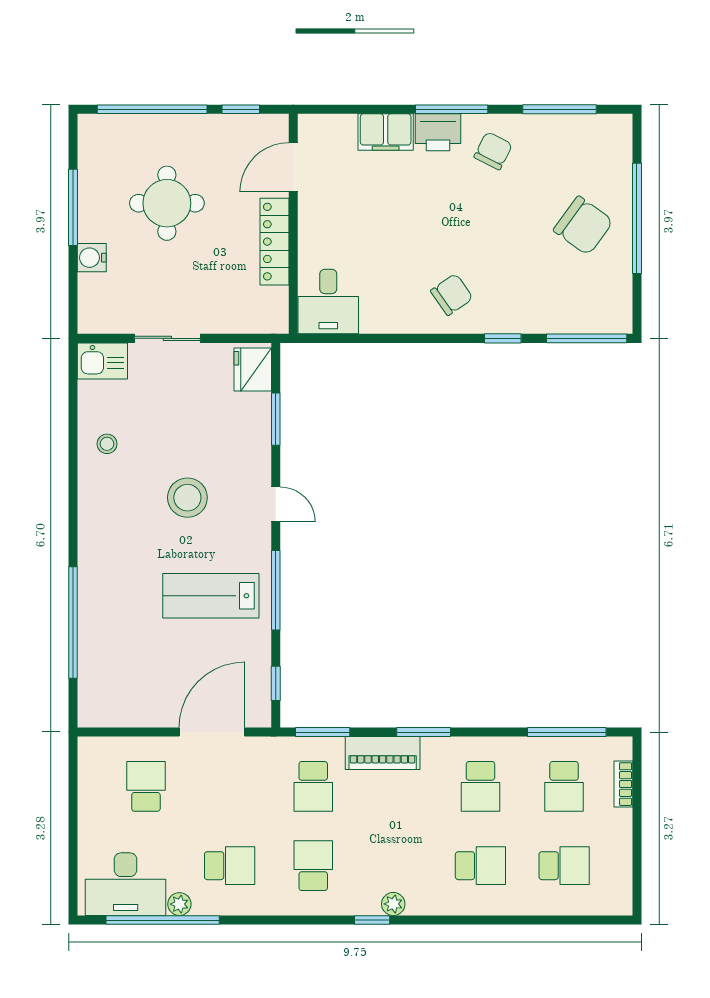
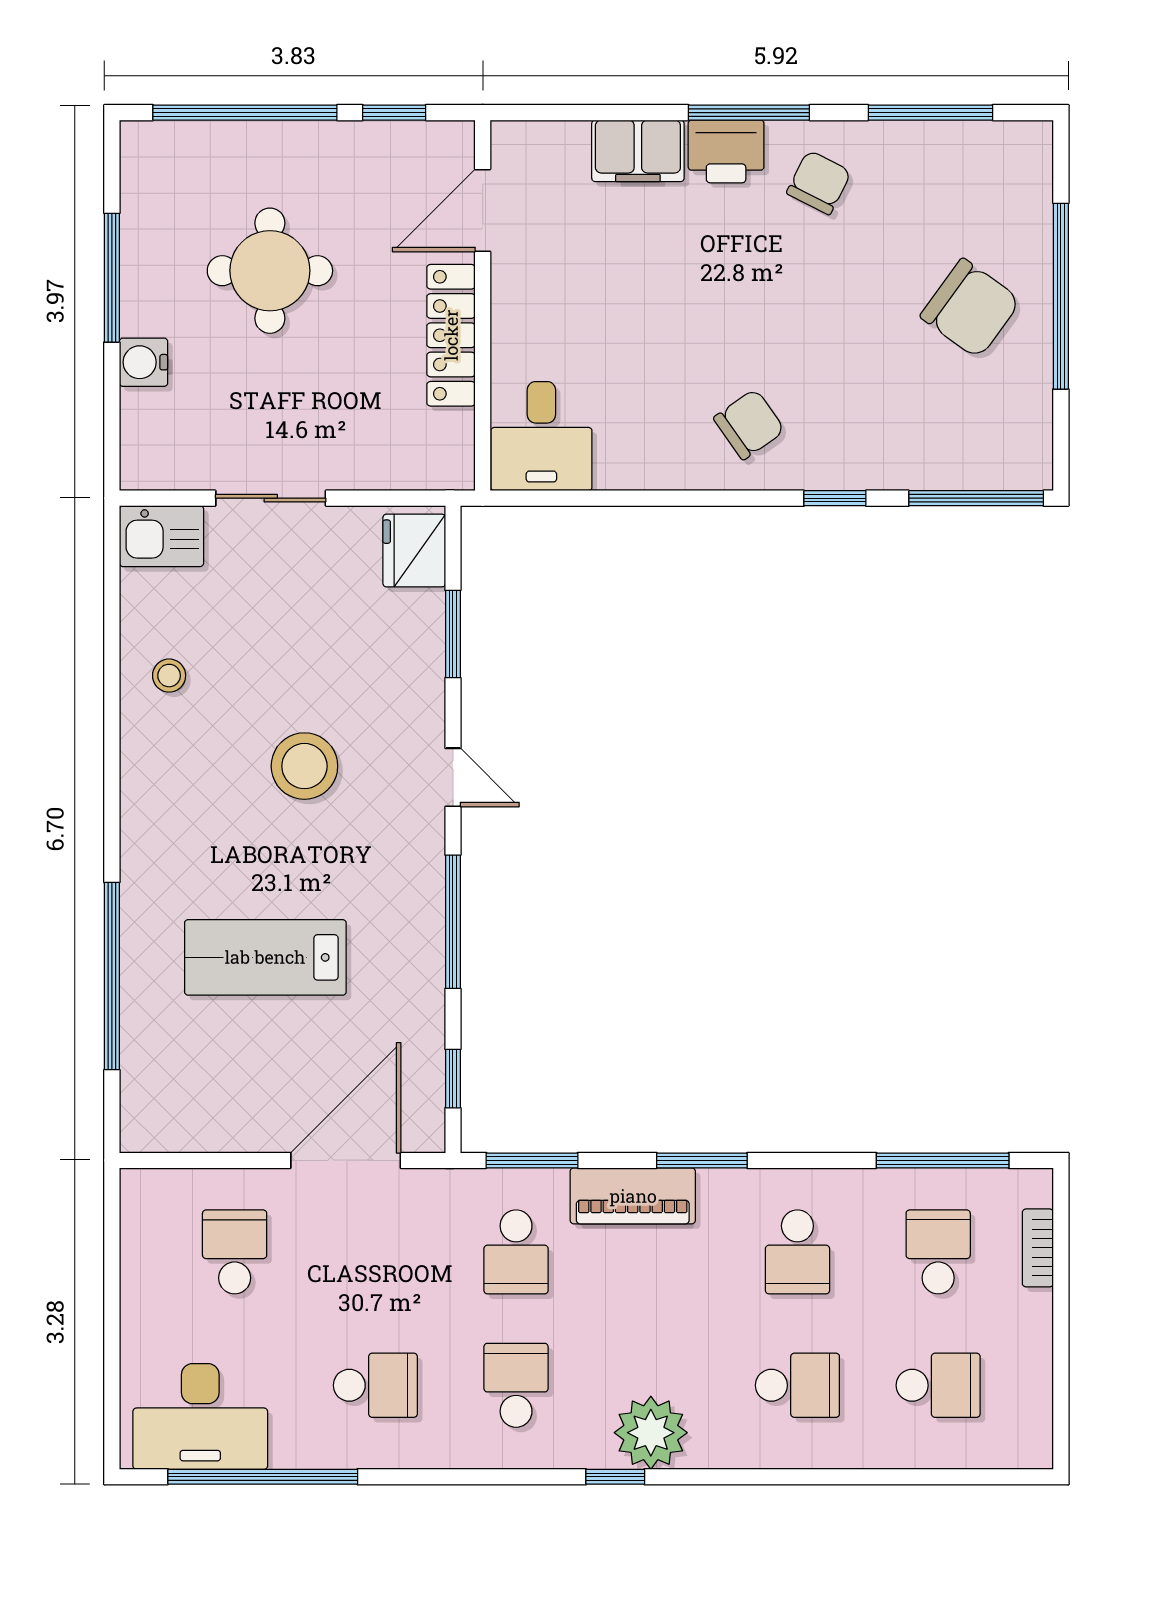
lab bench: (211, 596) -> (265, 957), moved
school desk: (564, 786) -> (938, 1252), turned 180
plant: (179, 904) -> (291, 1450), removed
plant: (393, 904) -> (651, 1433), width x1.88, depth x1.88

